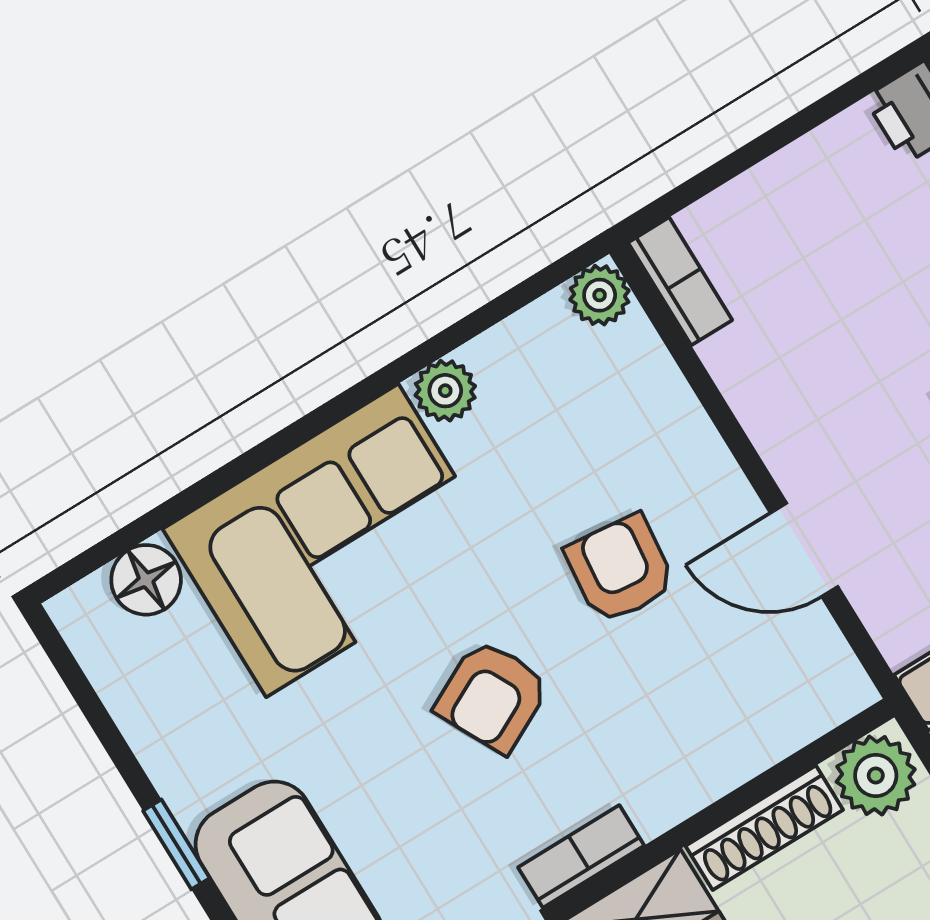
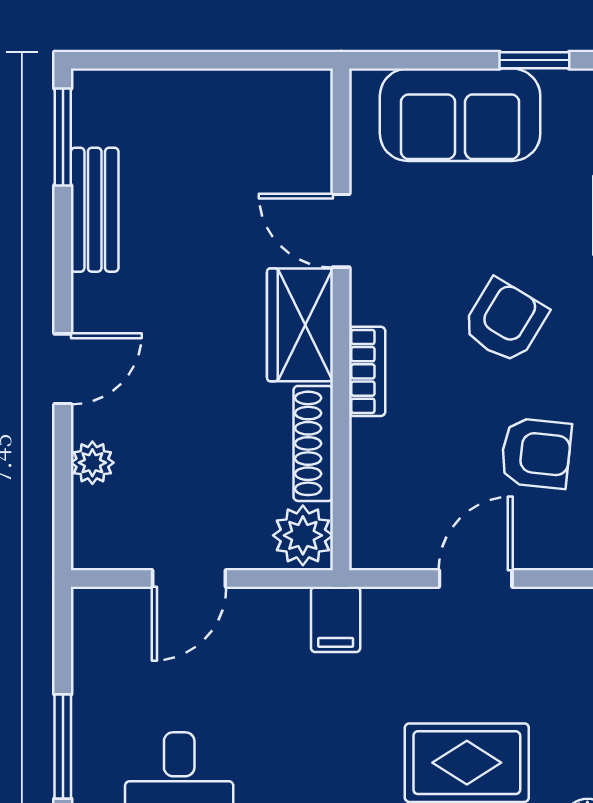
armchair: (492, 696) -> (505, 321), turned 58
bookcase: (581, 856) -> (367, 371), moved

